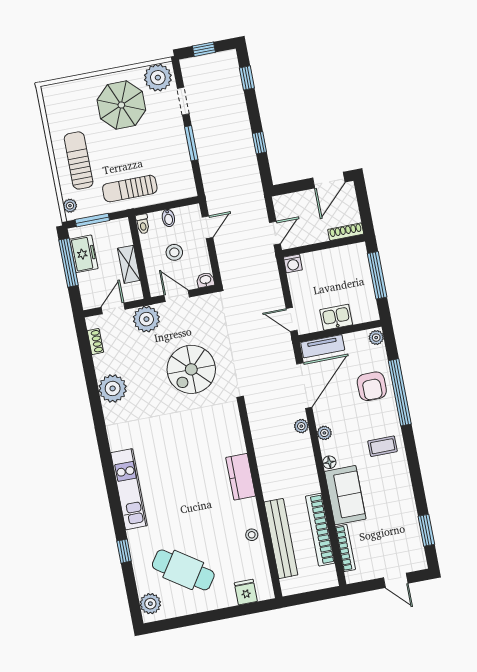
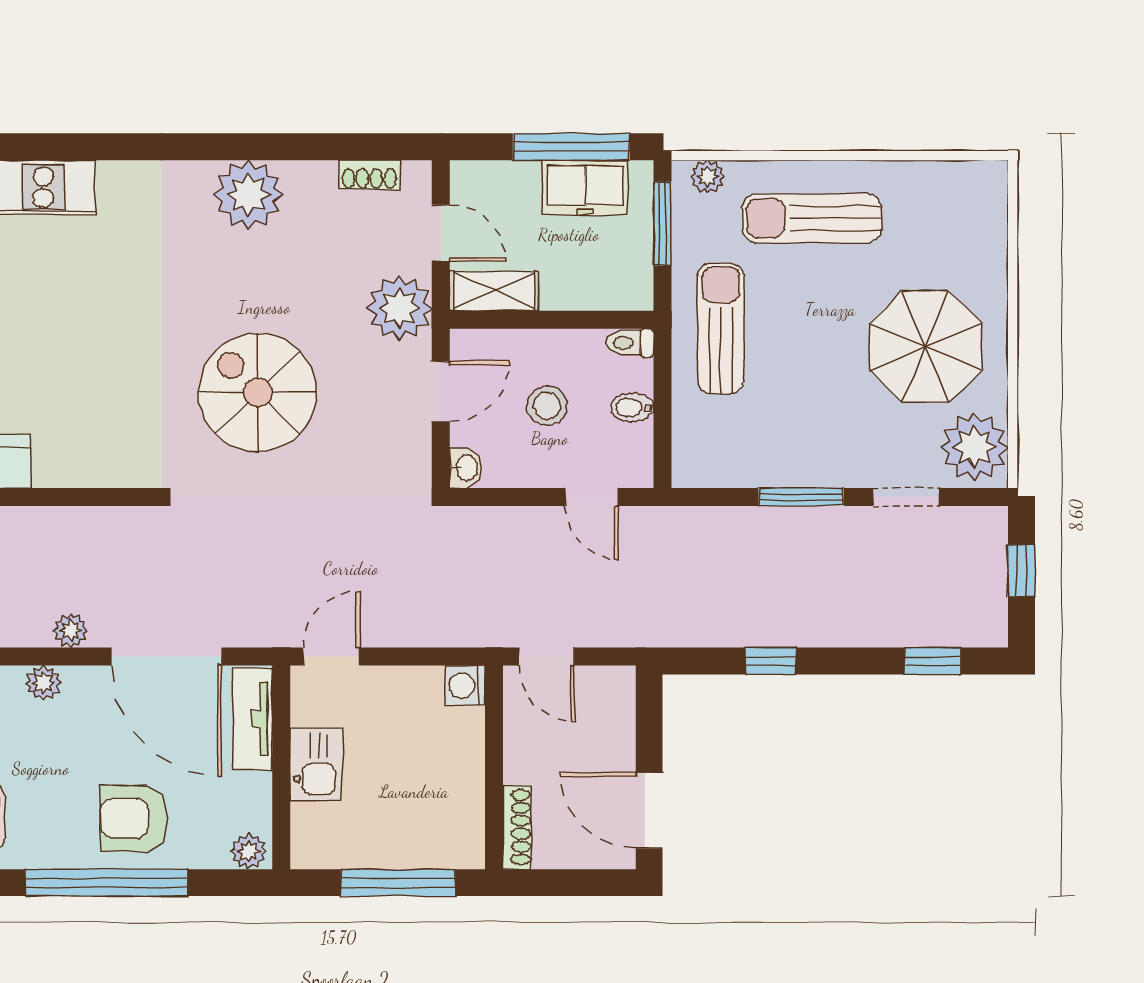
sun lounger: (79, 160) -> (812, 218), turned 180
shelving: (129, 264) -> (494, 291), moved

